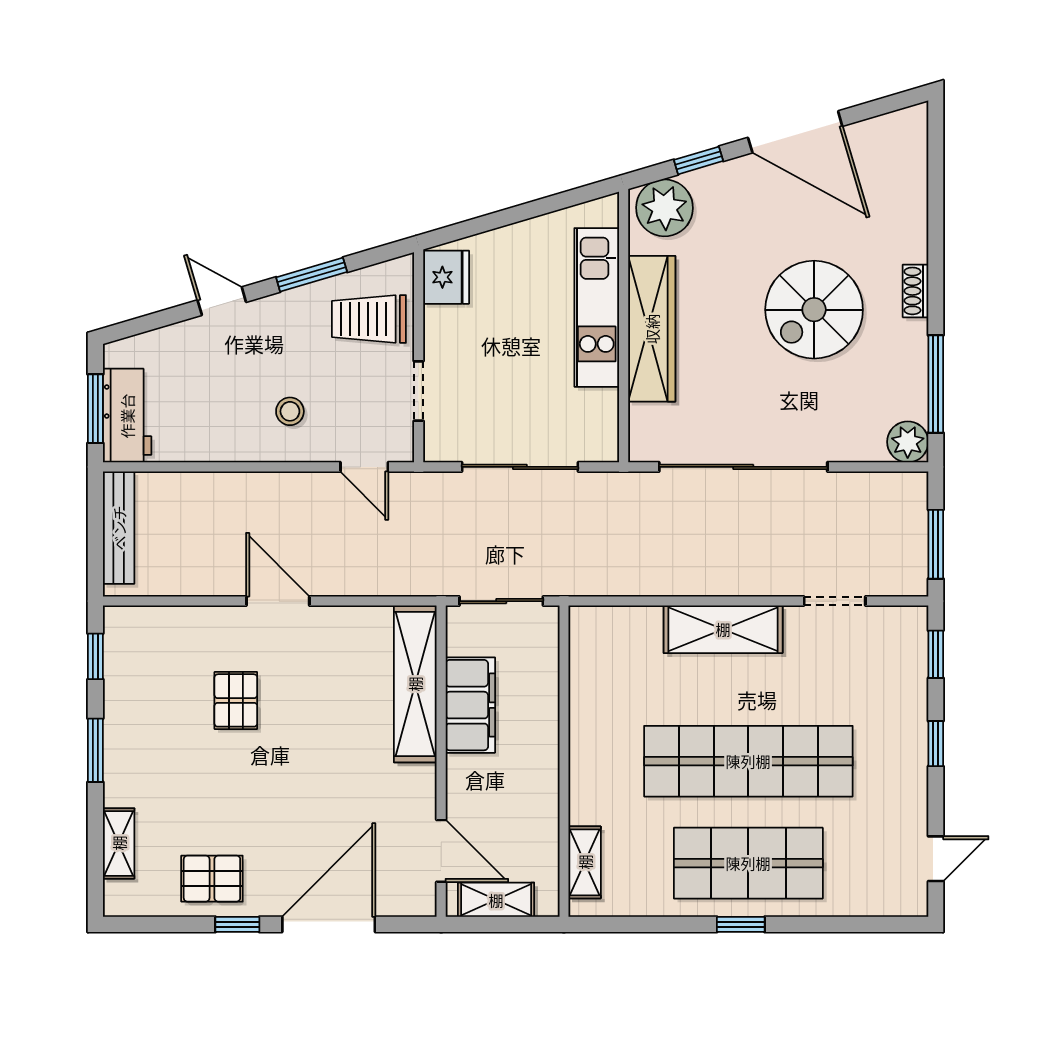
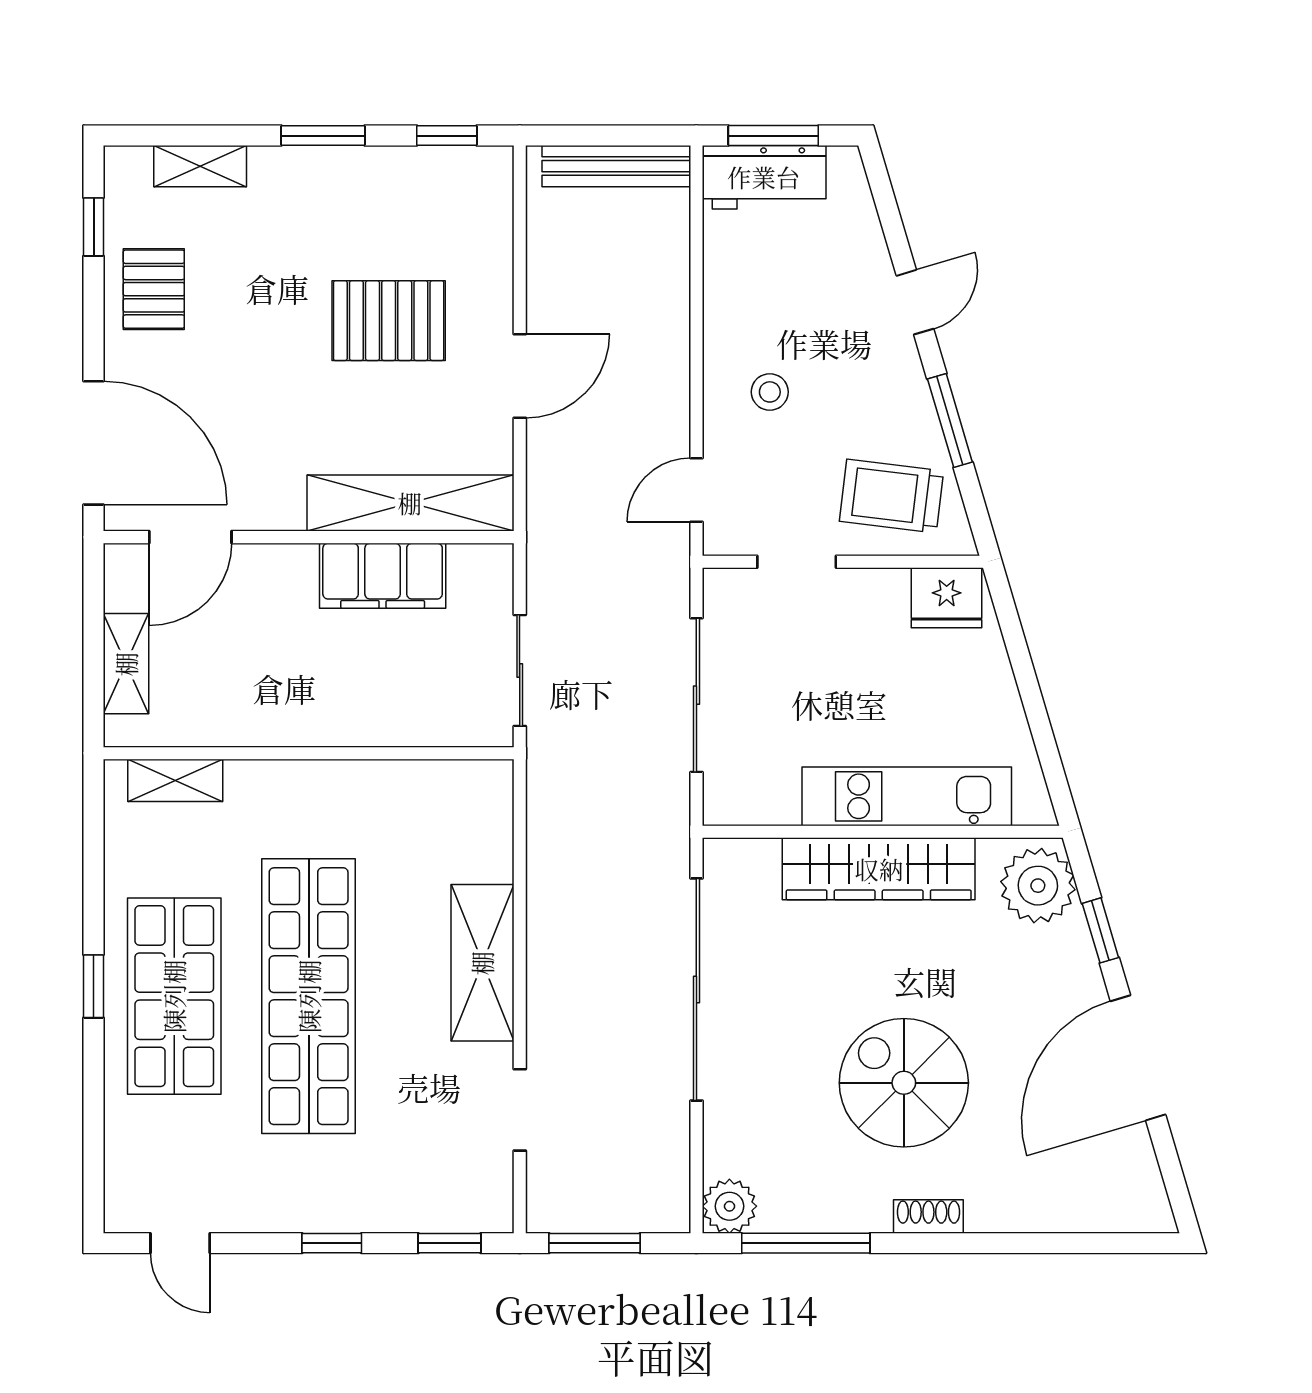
trolley: (369, 319) -> (891, 496), turned -83
shelving: (415, 684) -> (410, 503), moved
pallet: (236, 700) -> (389, 321), width x1.50, depth x1.42
filing cabinet: (470, 705) -> (383, 576), moved
wall: (441, 761) -> (309, 537), moved
door: (441, 851) -> (190, 537), moved
window: (237, 924) -> (94, 227), moved

